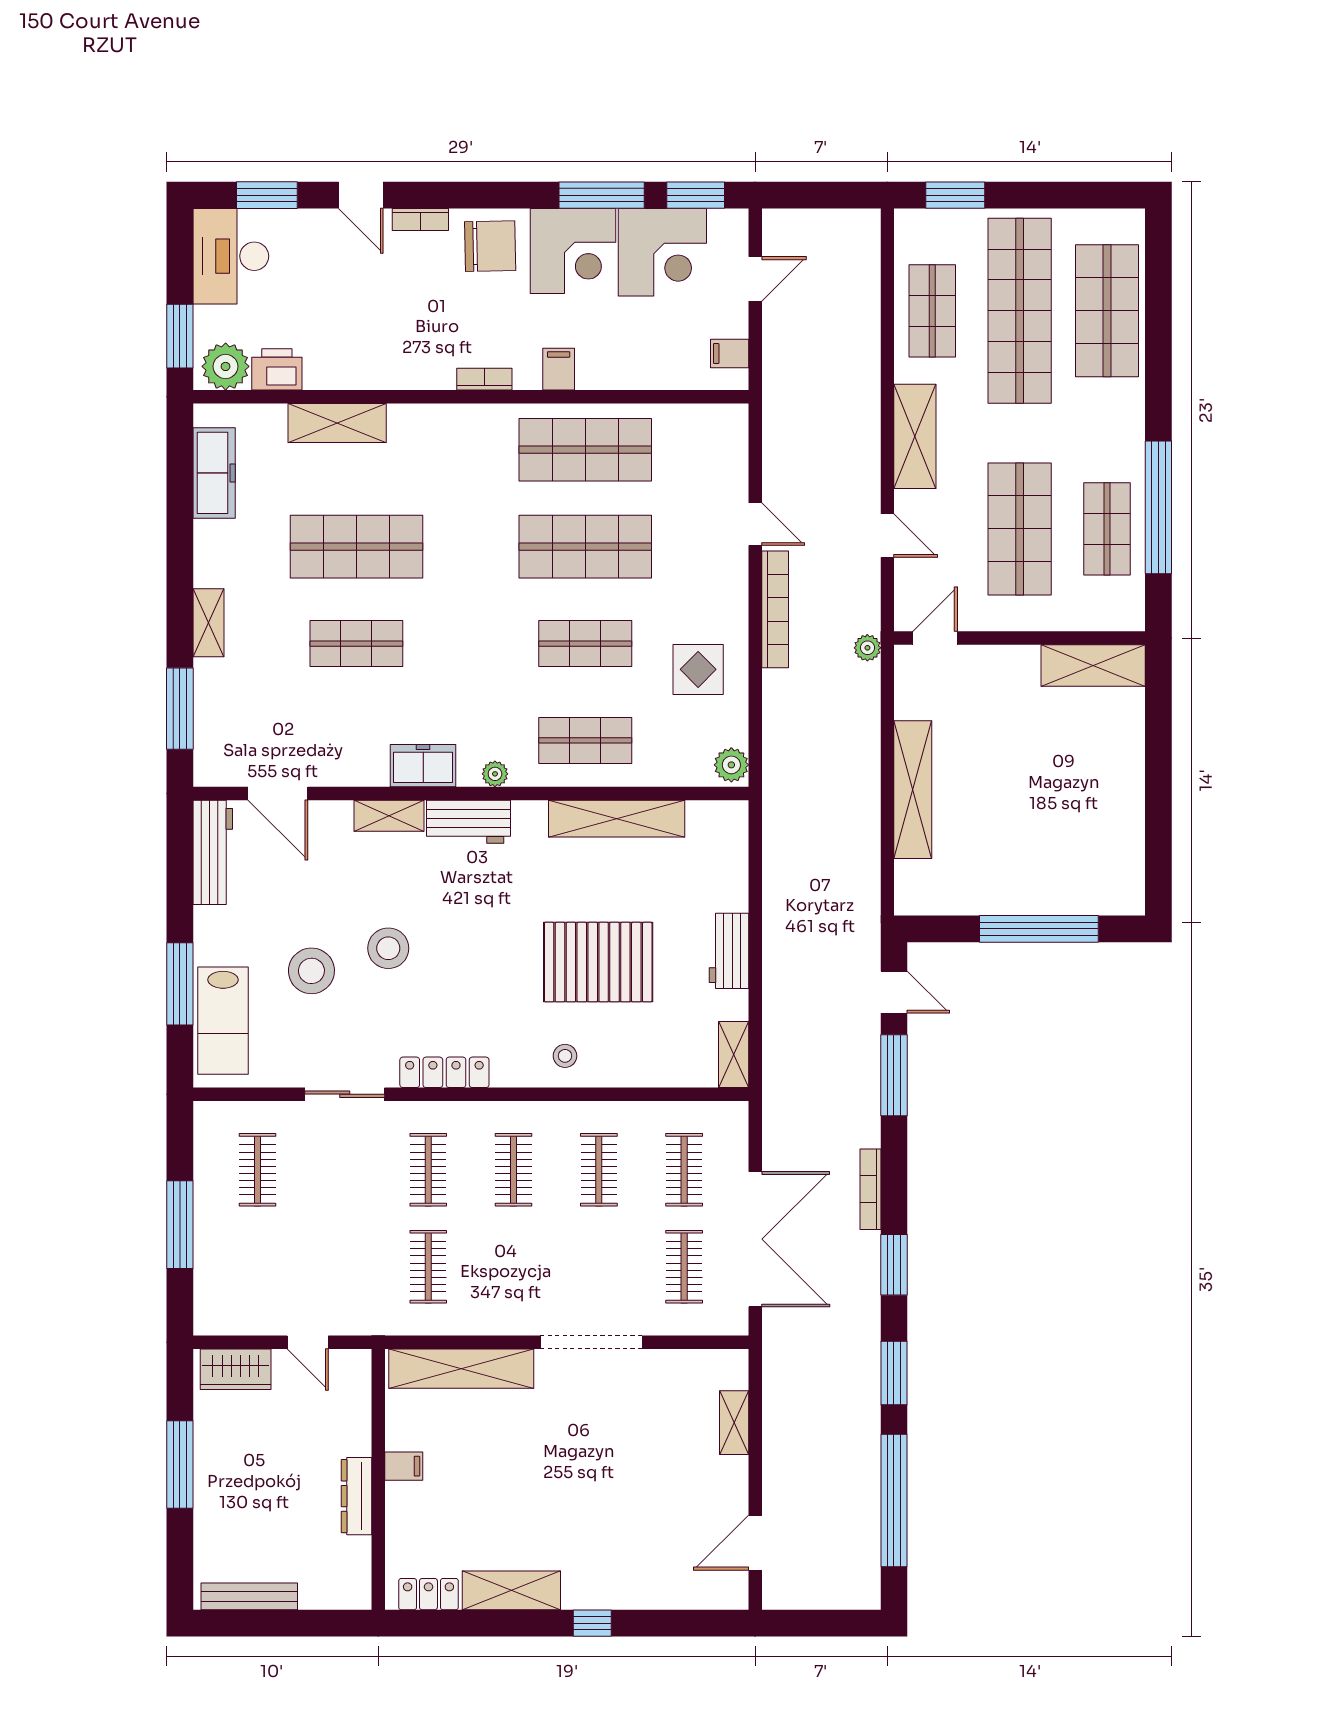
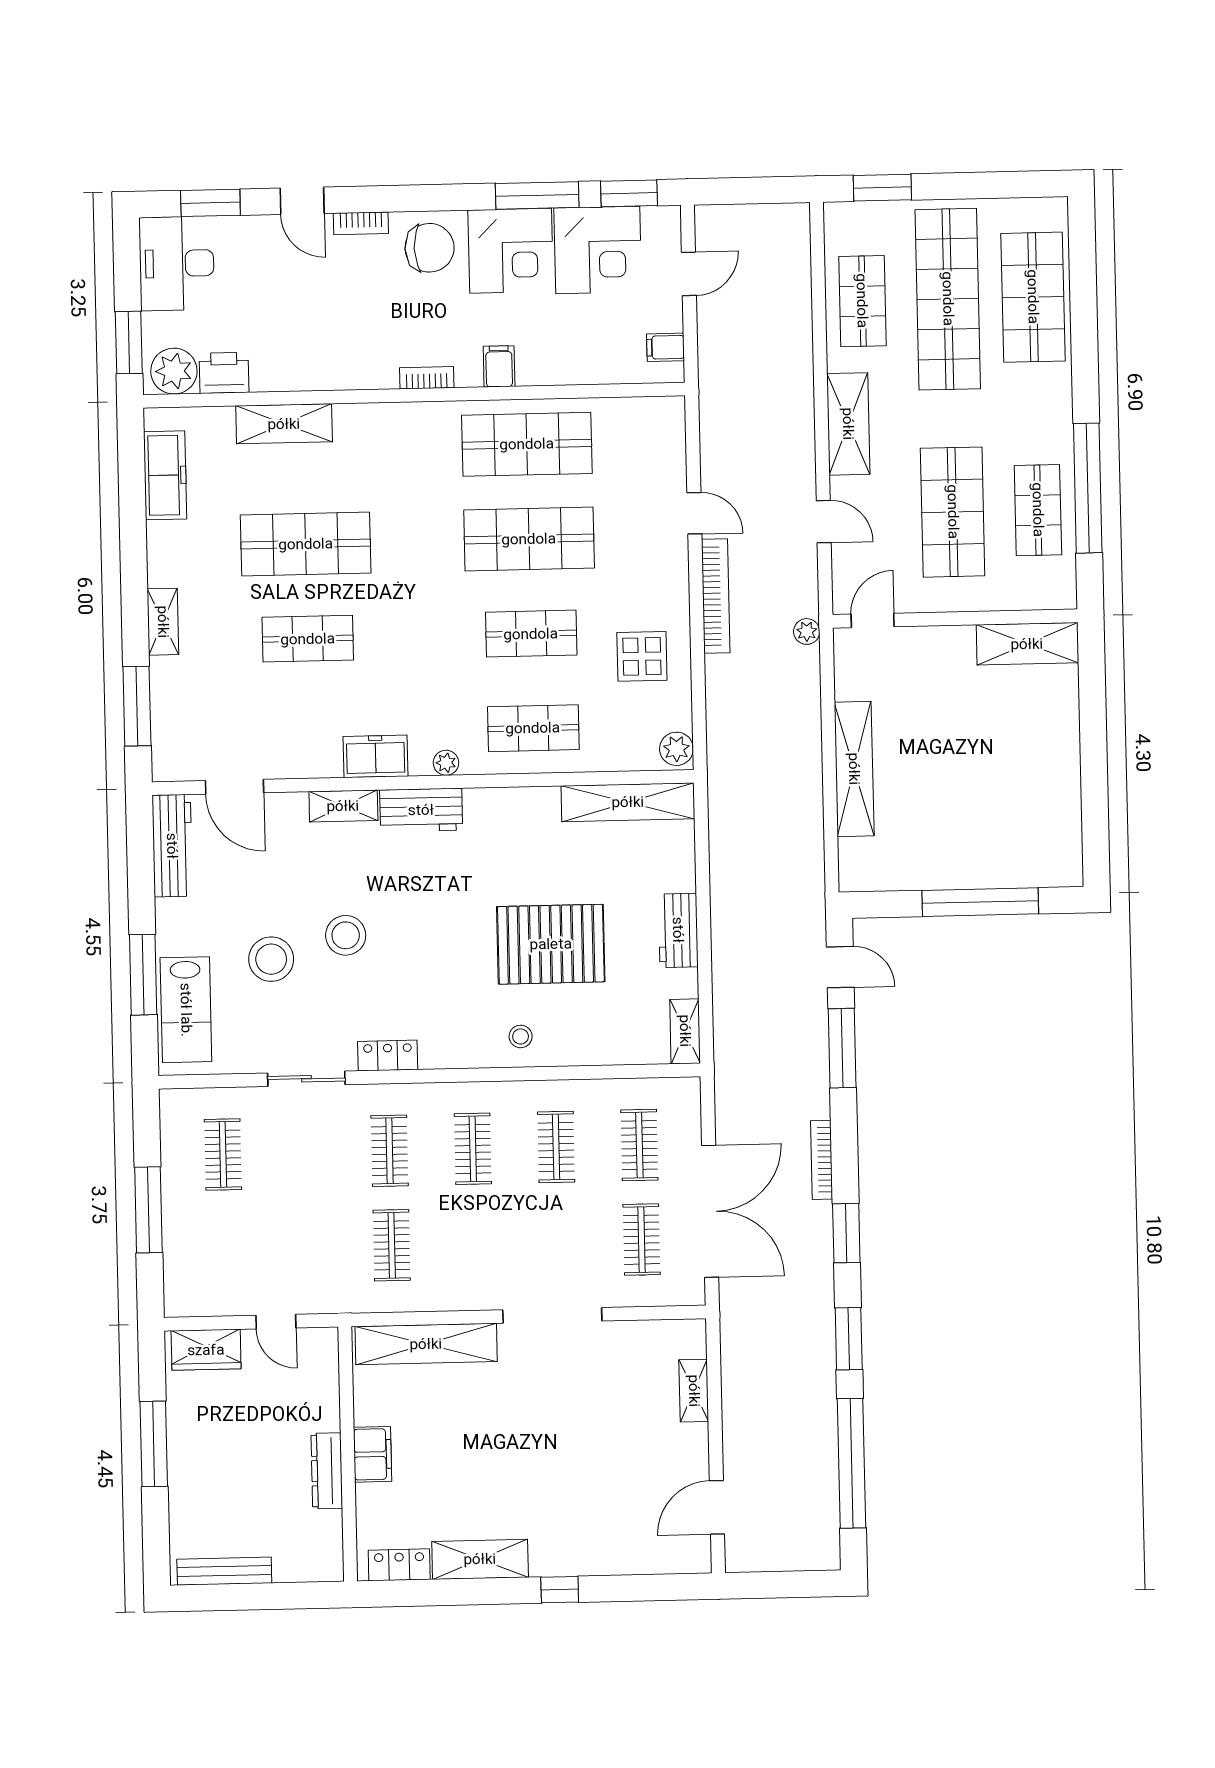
shelving: (617, 819) -> (628, 802), moved
locker: (444, 1072) -> (388, 1056), width x0.66
filing cabinet: (404, 1466) -> (373, 1454), width x2.00

